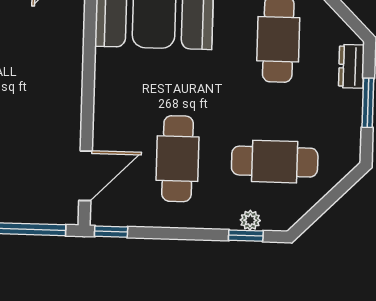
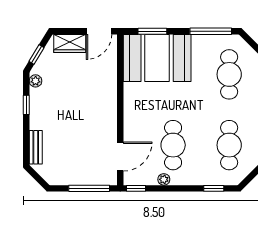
cafe table: (275, 162) -> (229, 145), turned 90
plant: (250, 220) -> (164, 179), moved

